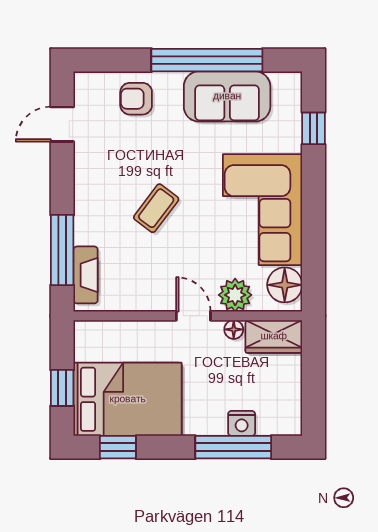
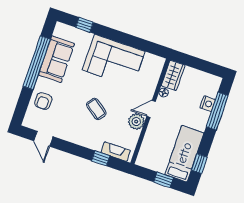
window: (62, 250) -> (101, 158), width x0.46
floor lamp: (285, 285) -> (151, 62), removed
plant: (235, 295) -> (136, 121), moved
bed: (128, 399) -> (184, 154), width x0.67

